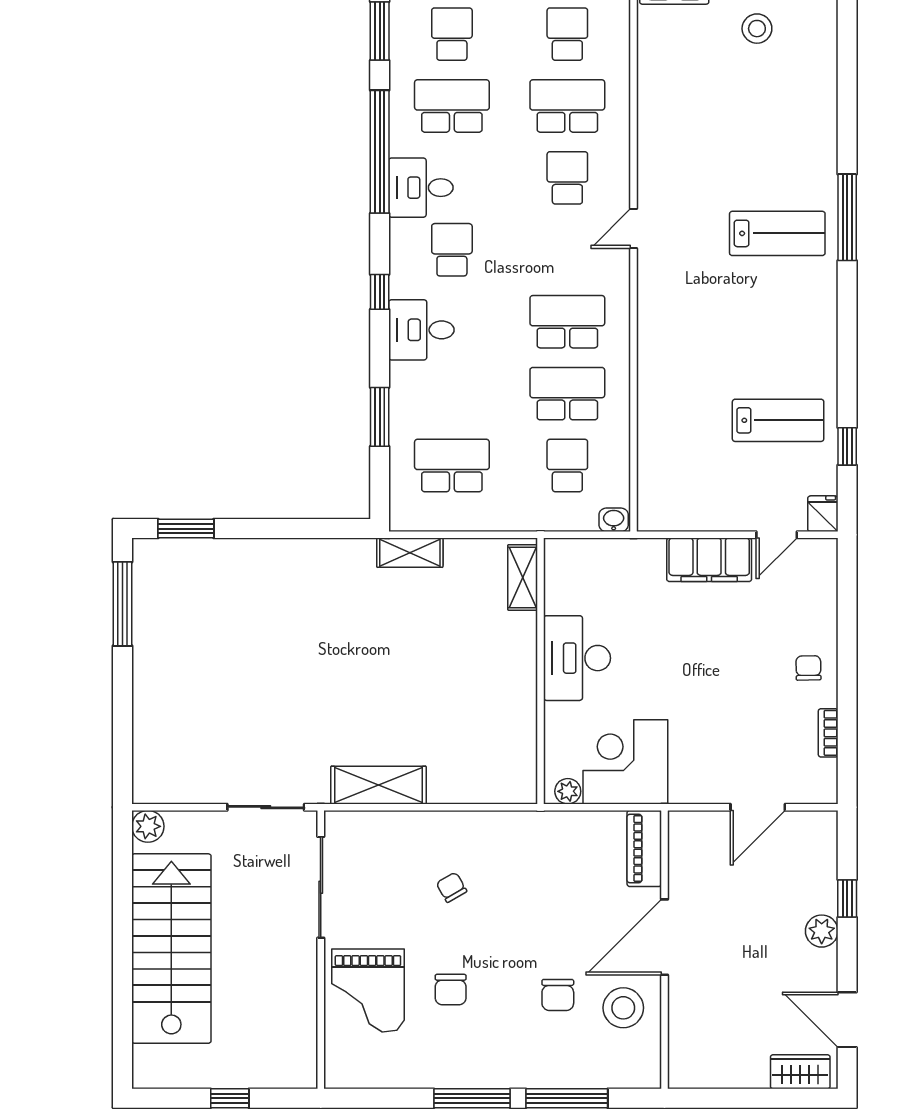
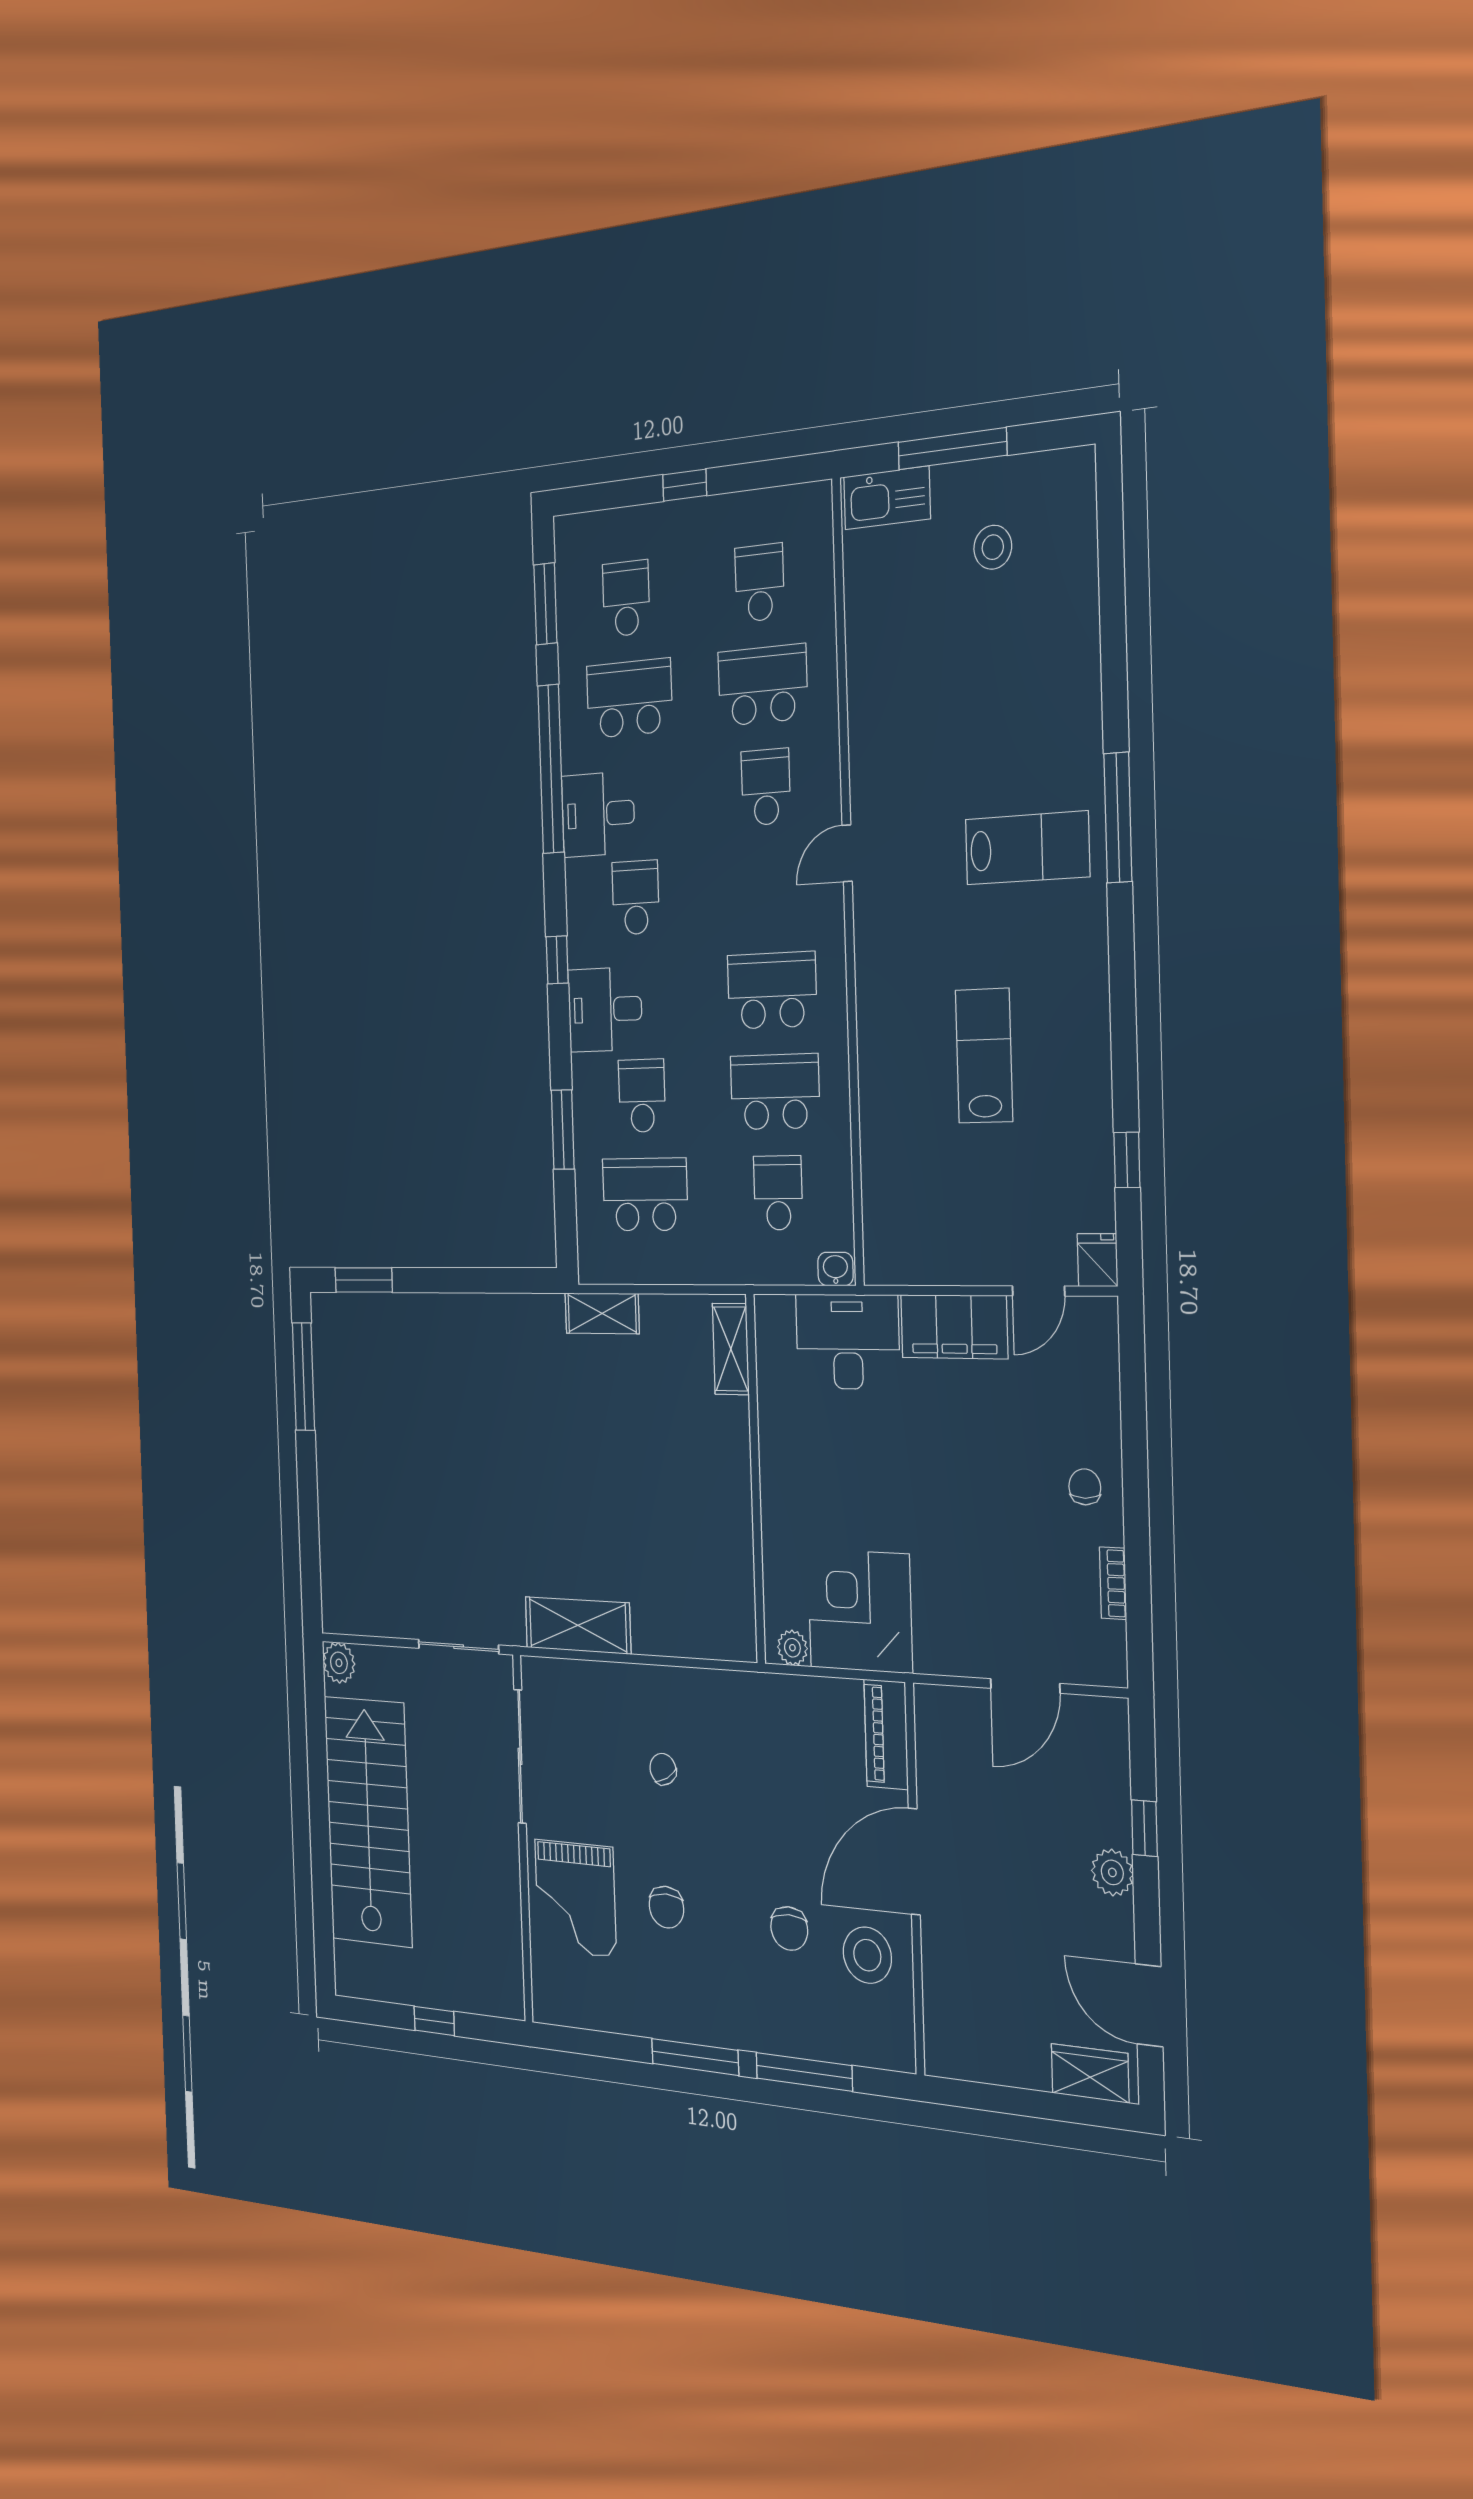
school desk: (452, 394) -> (642, 1096), added
lab bench: (778, 420) -> (984, 1056), moved, turned -90
desk: (577, 658) -> (848, 1342), moved, turned 90

